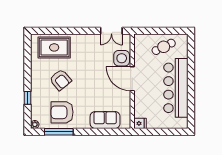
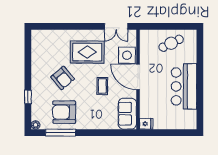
rug: (54, 47) -> (87, 52), moved
coffee table: (98, 87) -> (102, 86), added
bar counter: (176, 88) -> (184, 86), width x0.73
sofa: (105, 120) -> (127, 114), moved, turned -90

